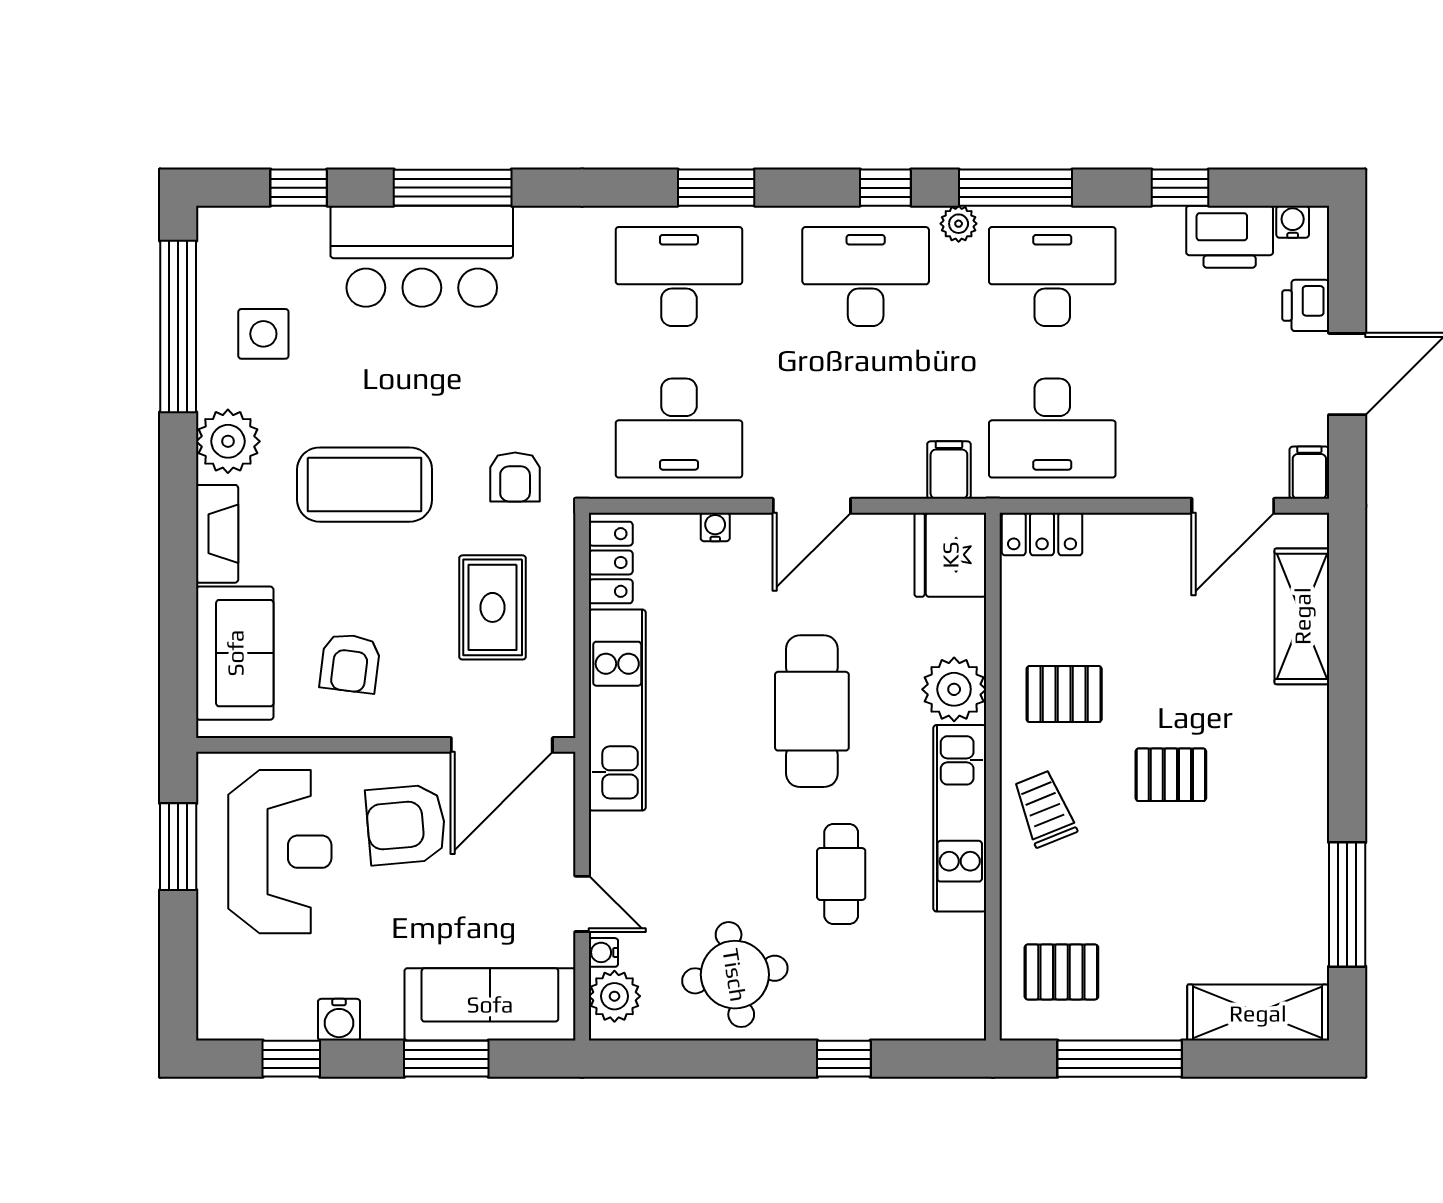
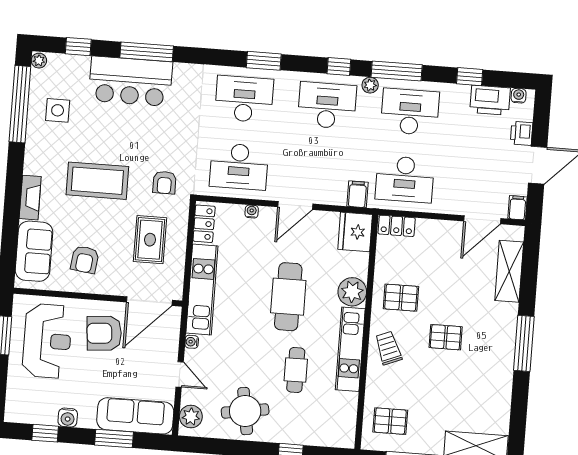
plant: (228, 441) -> (39, 61), moved, width x0.53, depth x0.53
window: (1347, 904) -> (524, 343), moved
water cooler: (603, 952) -> (192, 342), moved

